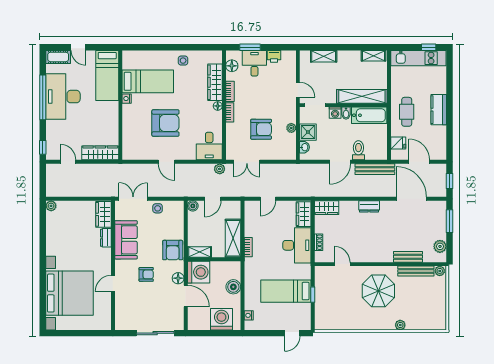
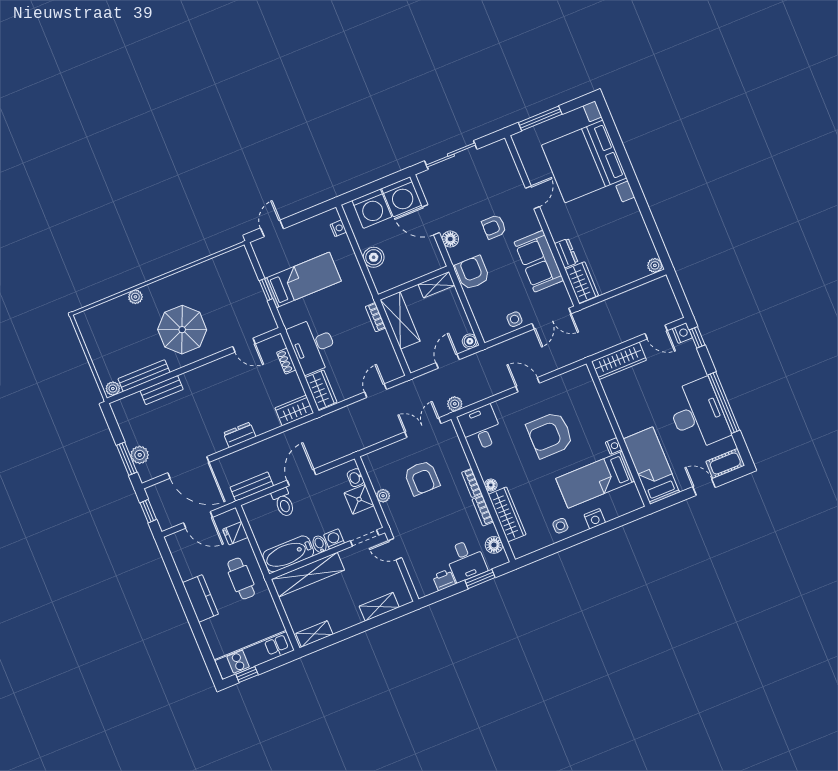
nightstand: (159, 56) -> (595, 519), added
armchair: (261, 129) -> (422, 478), turned -90
nightstand: (51, 154) -> (682, 333), added
bench: (375, 169) -> (252, 487), width x0.73
plant: (440, 246) -> (140, 455), moved
washing machine: (199, 272) -> (402, 197), moved, turned -90
window: (87, 333) -> (540, 118), added

